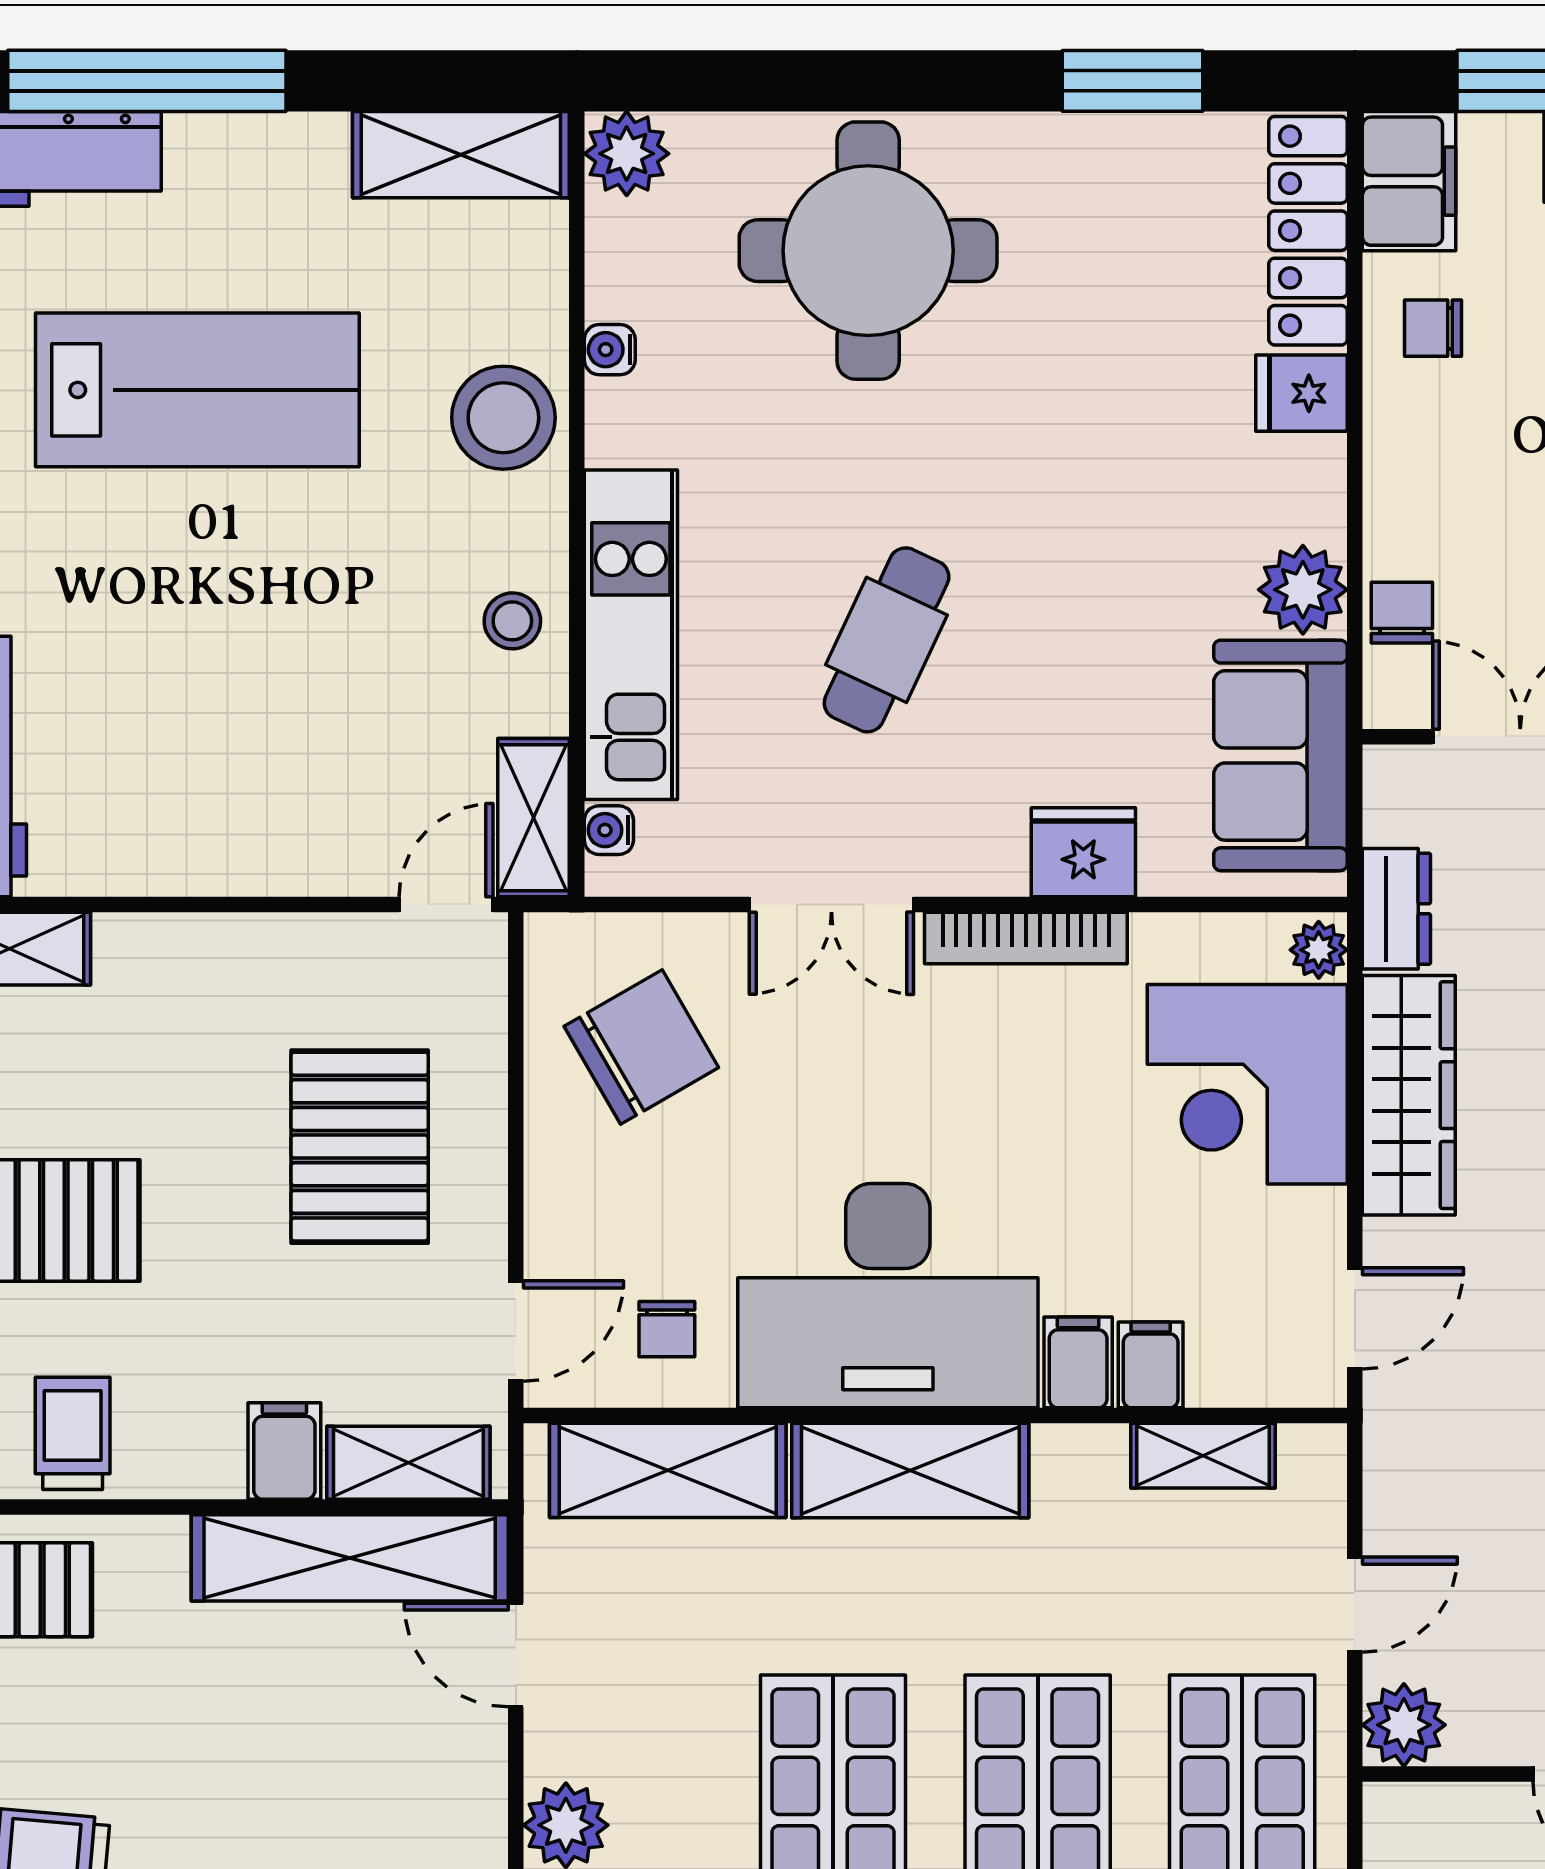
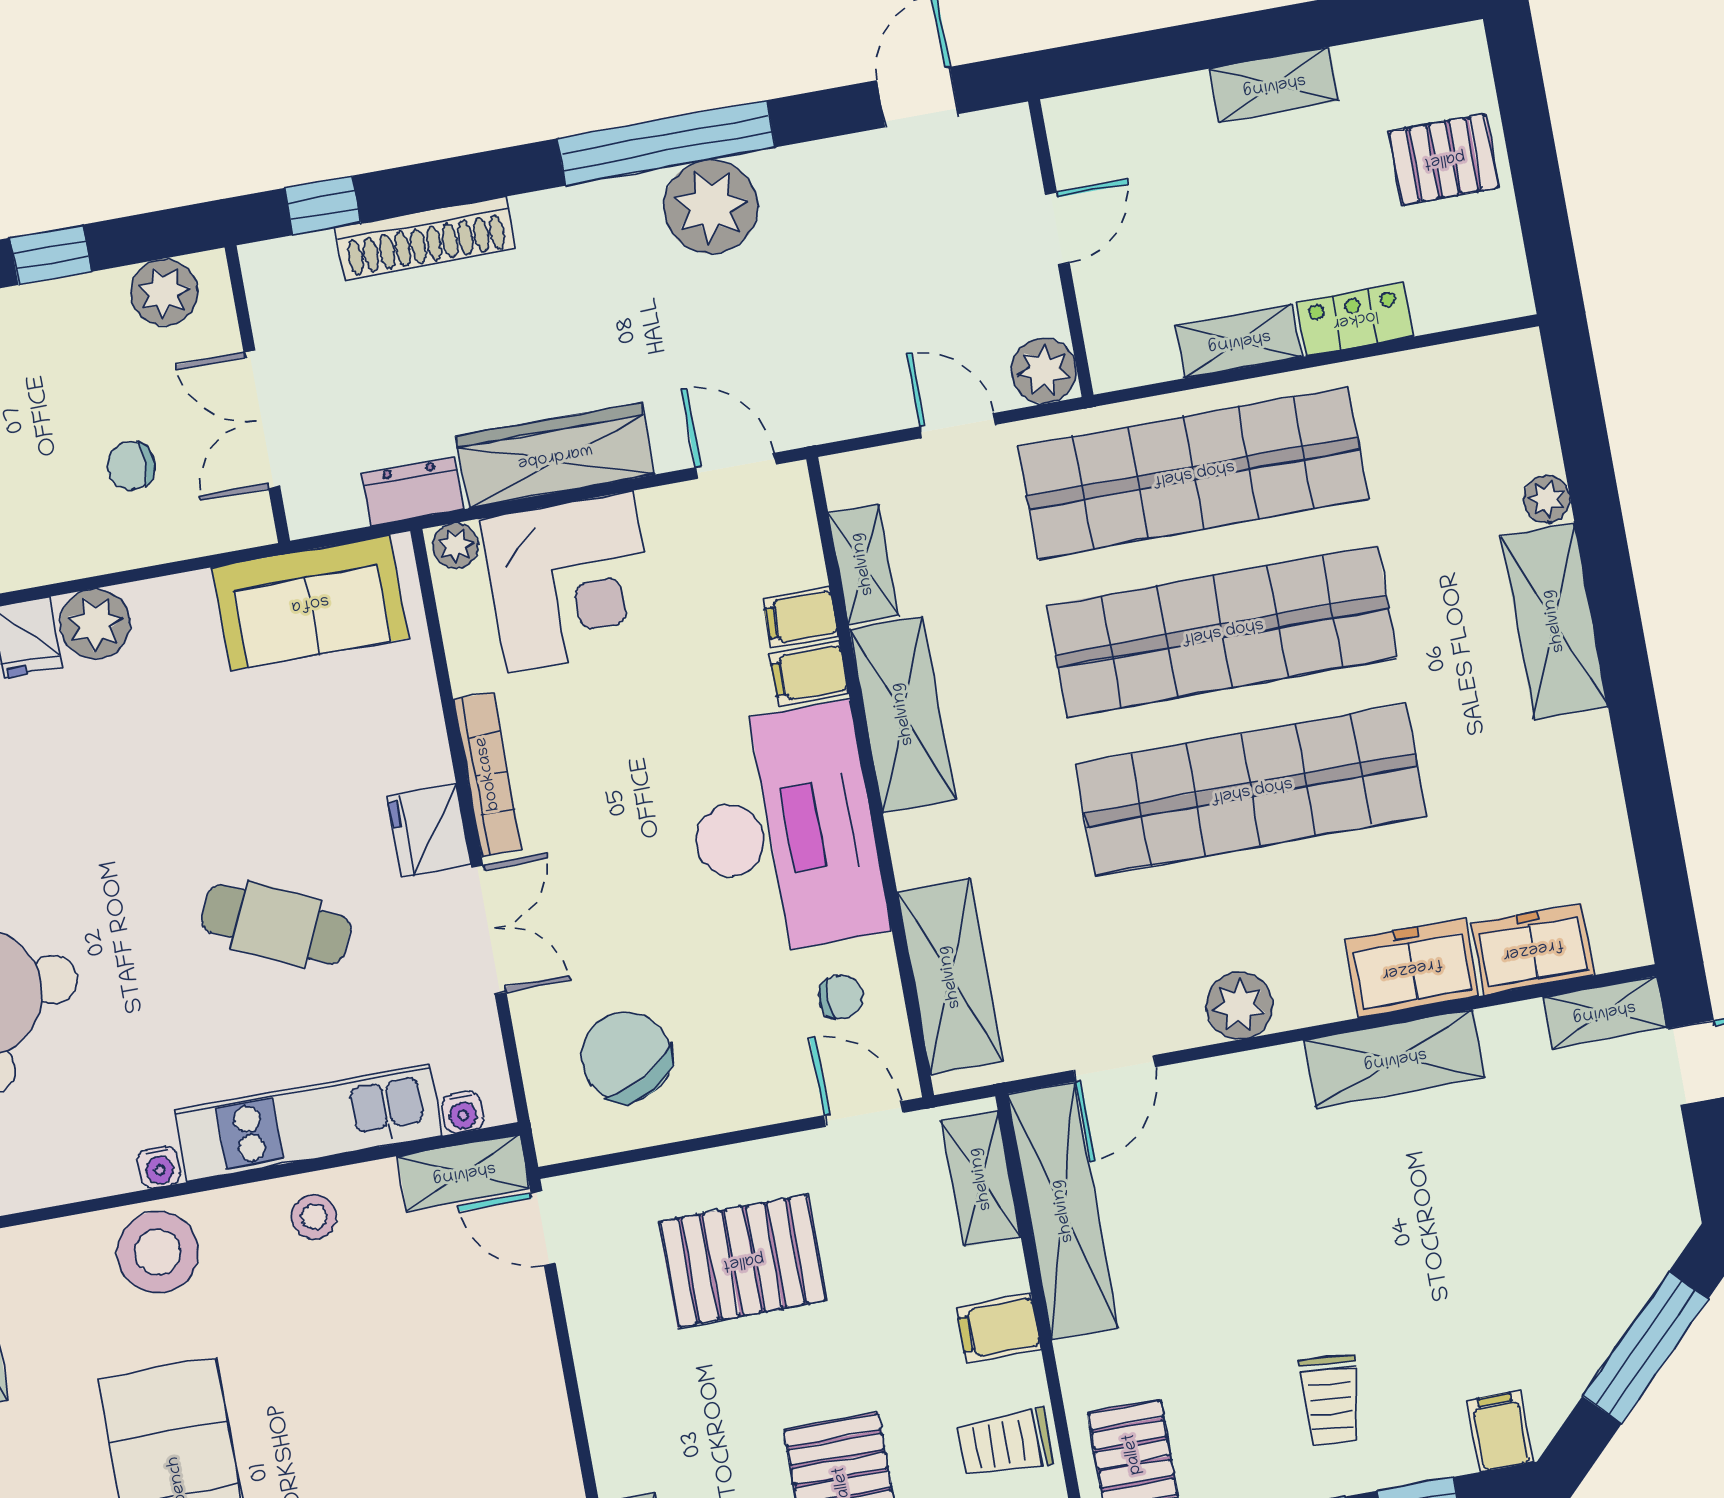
water cooler: (610, 350) -> (159, 1167), moved
plant: (1303, 590) -> (95, 624), moved
chair: (1402, 613) -> (131, 466), moved
fridge: (1083, 852) -> (429, 830), moved
filing cabinet: (284, 1451) -> (999, 1328), moved
shelving: (910, 1471) -> (903, 714), moved

